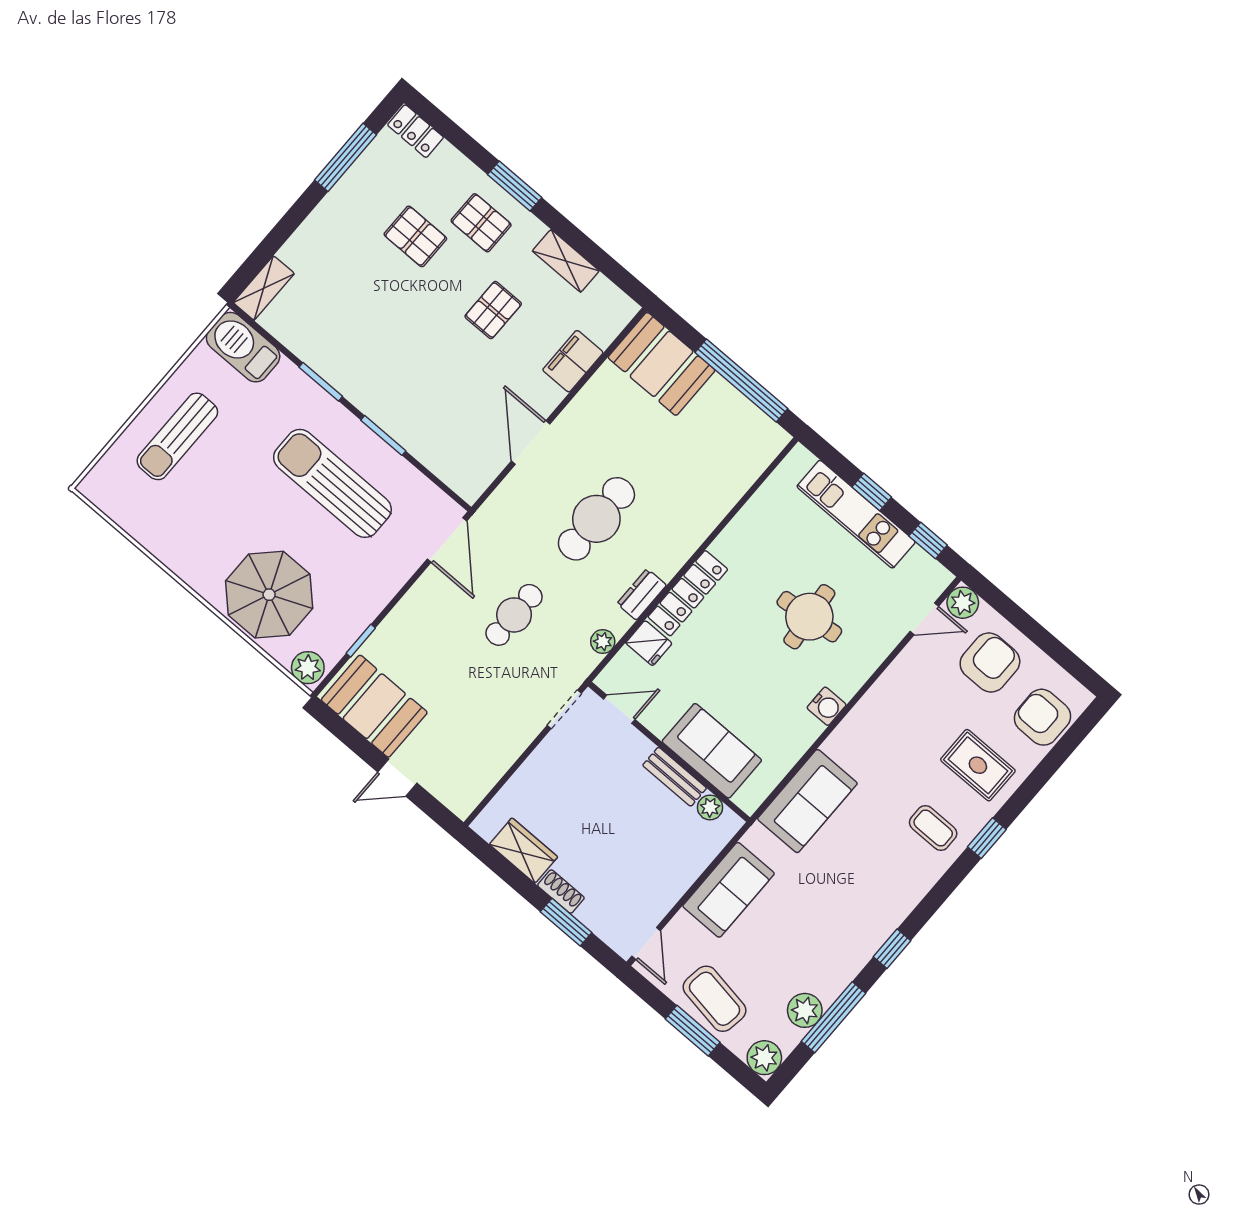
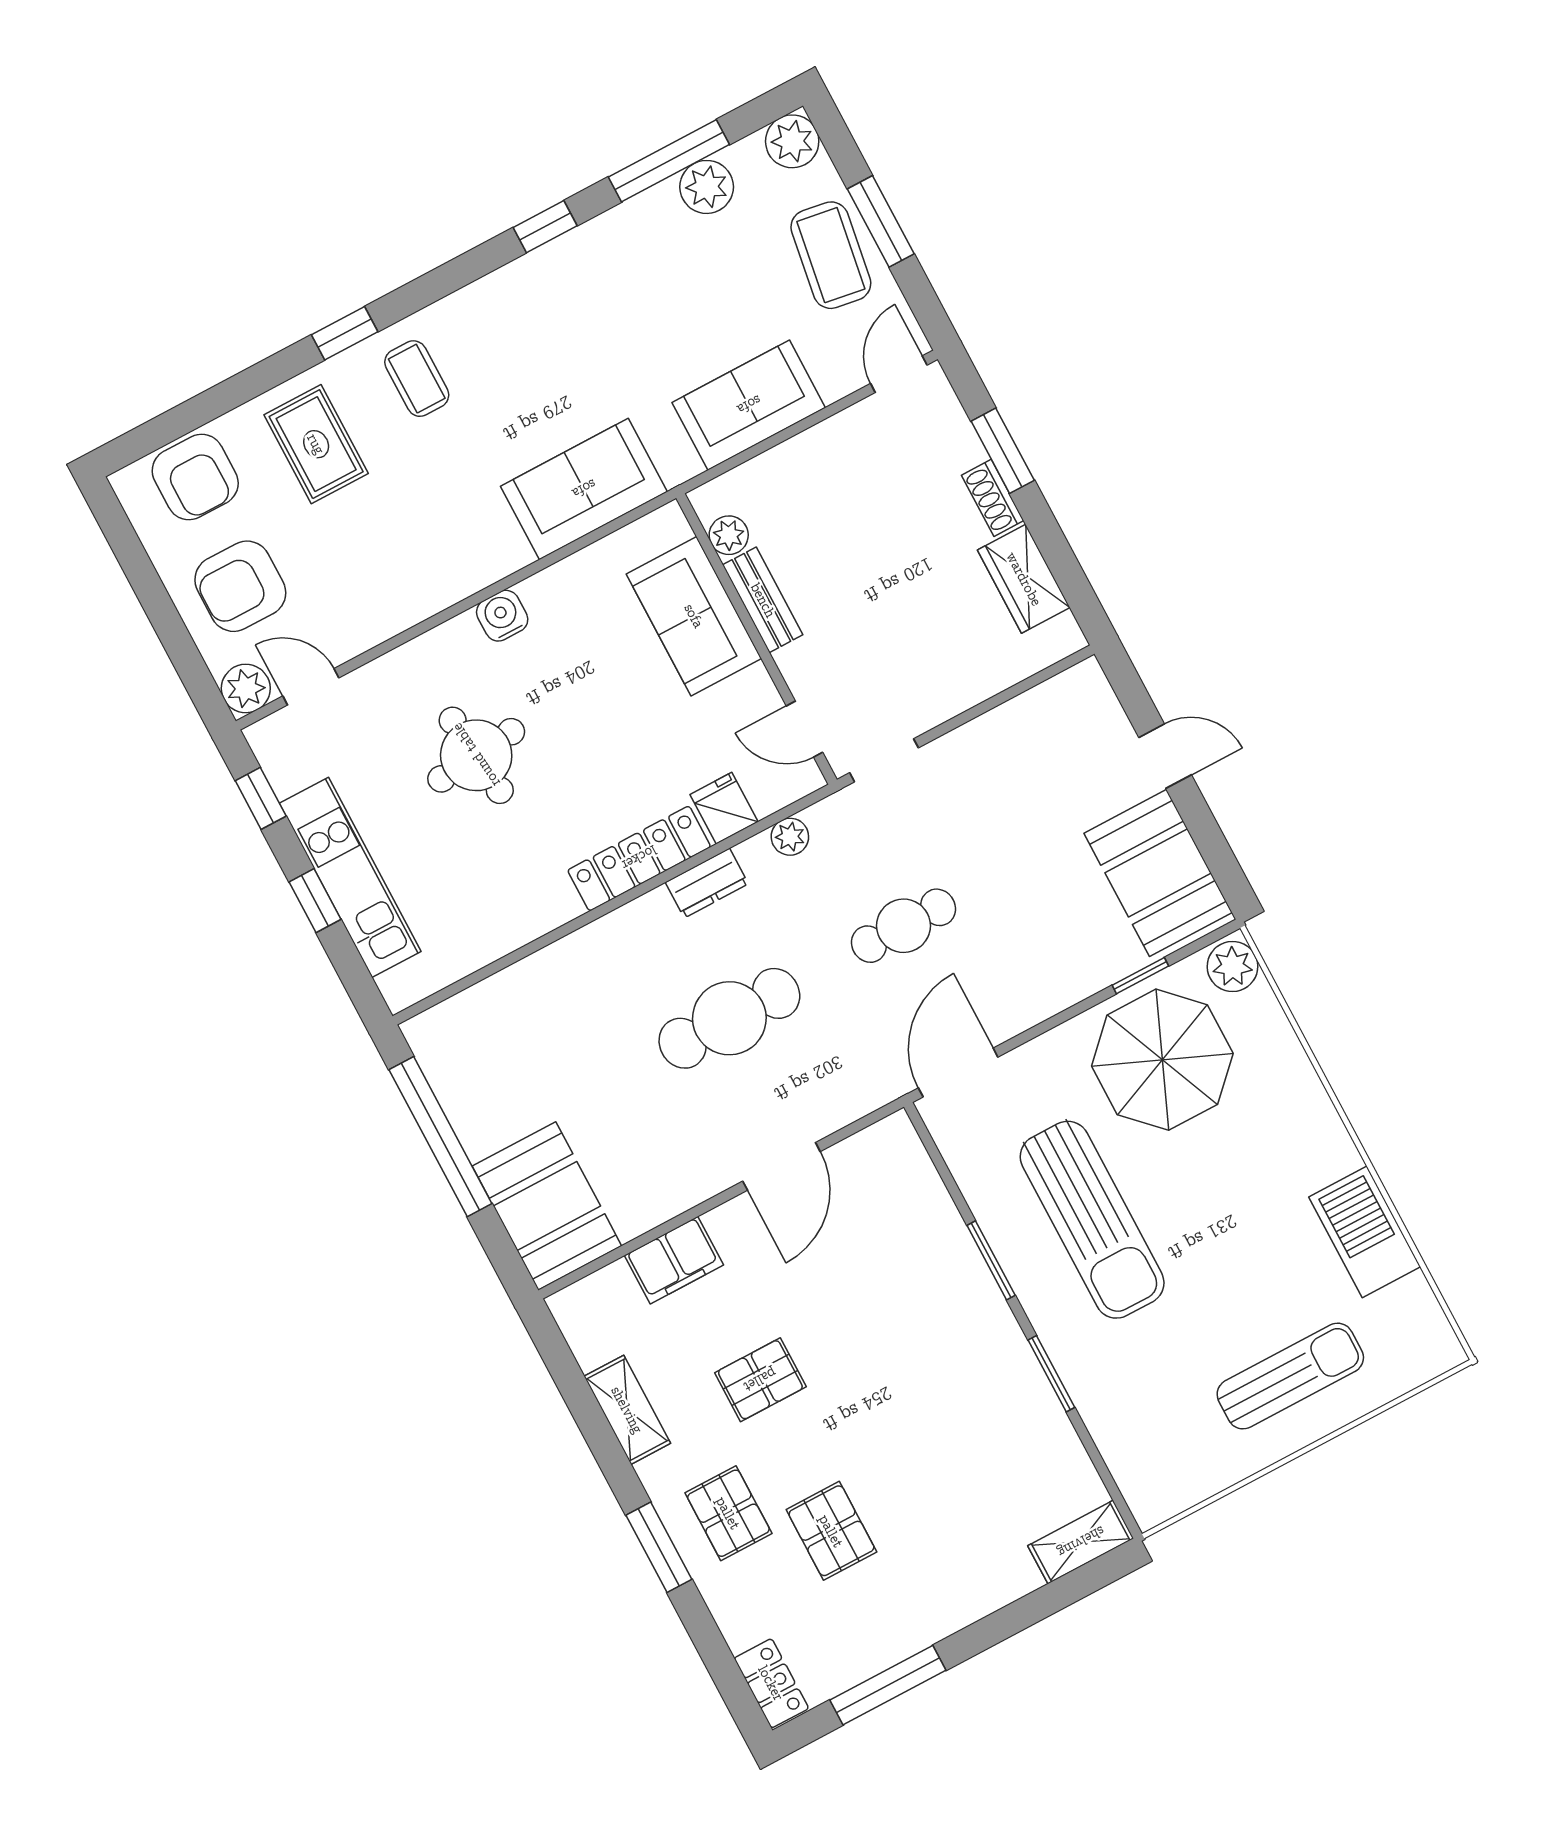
barbecue: (243, 347) -> (1365, 1232), moved, turned 180
parasol: (269, 595) -> (1162, 1060), moved

